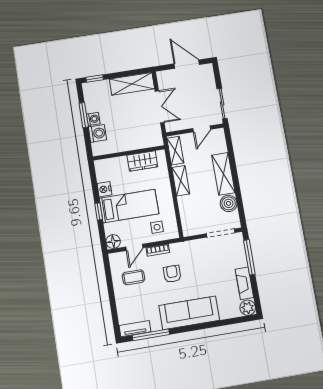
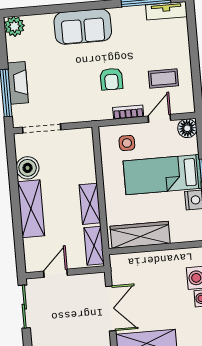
double door: (160, 107) -> (111, 308), swing flipped
wardrobe: (142, 161) -> (140, 235), width x1.50
fireplace: (244, 283) -> (18, 83), moved
sofa: (189, 313) -> (83, 27), width x0.73

